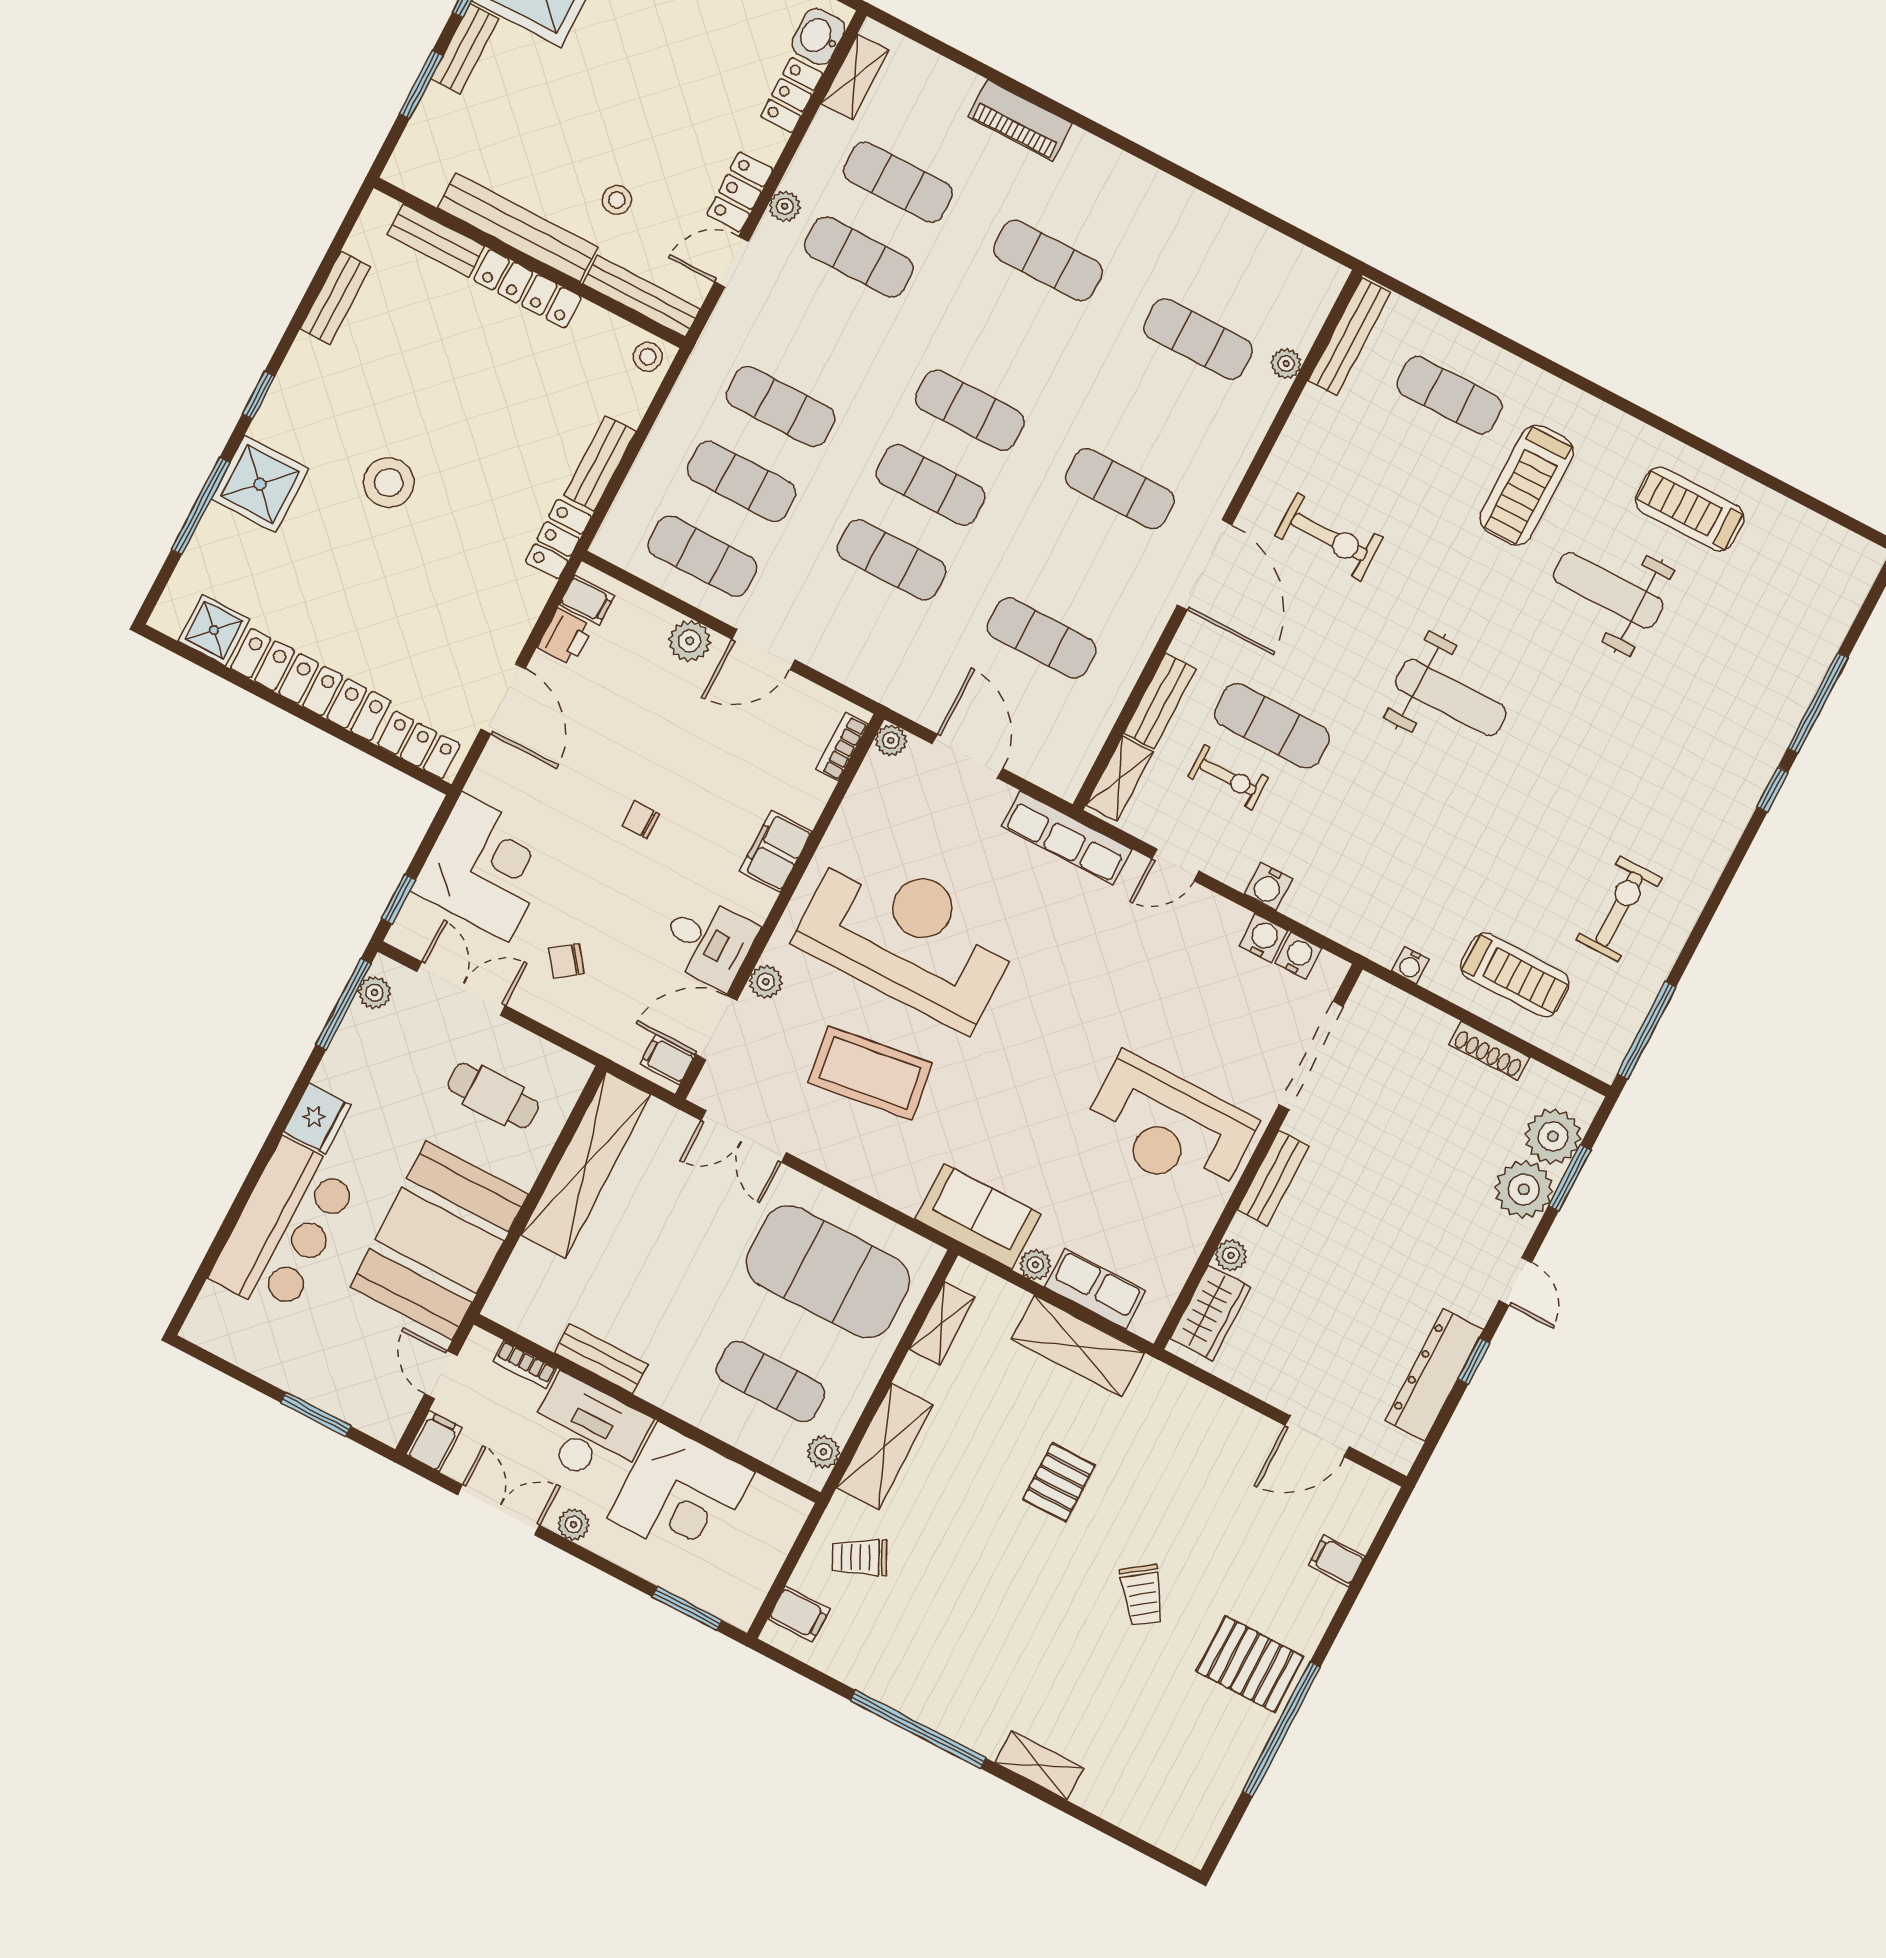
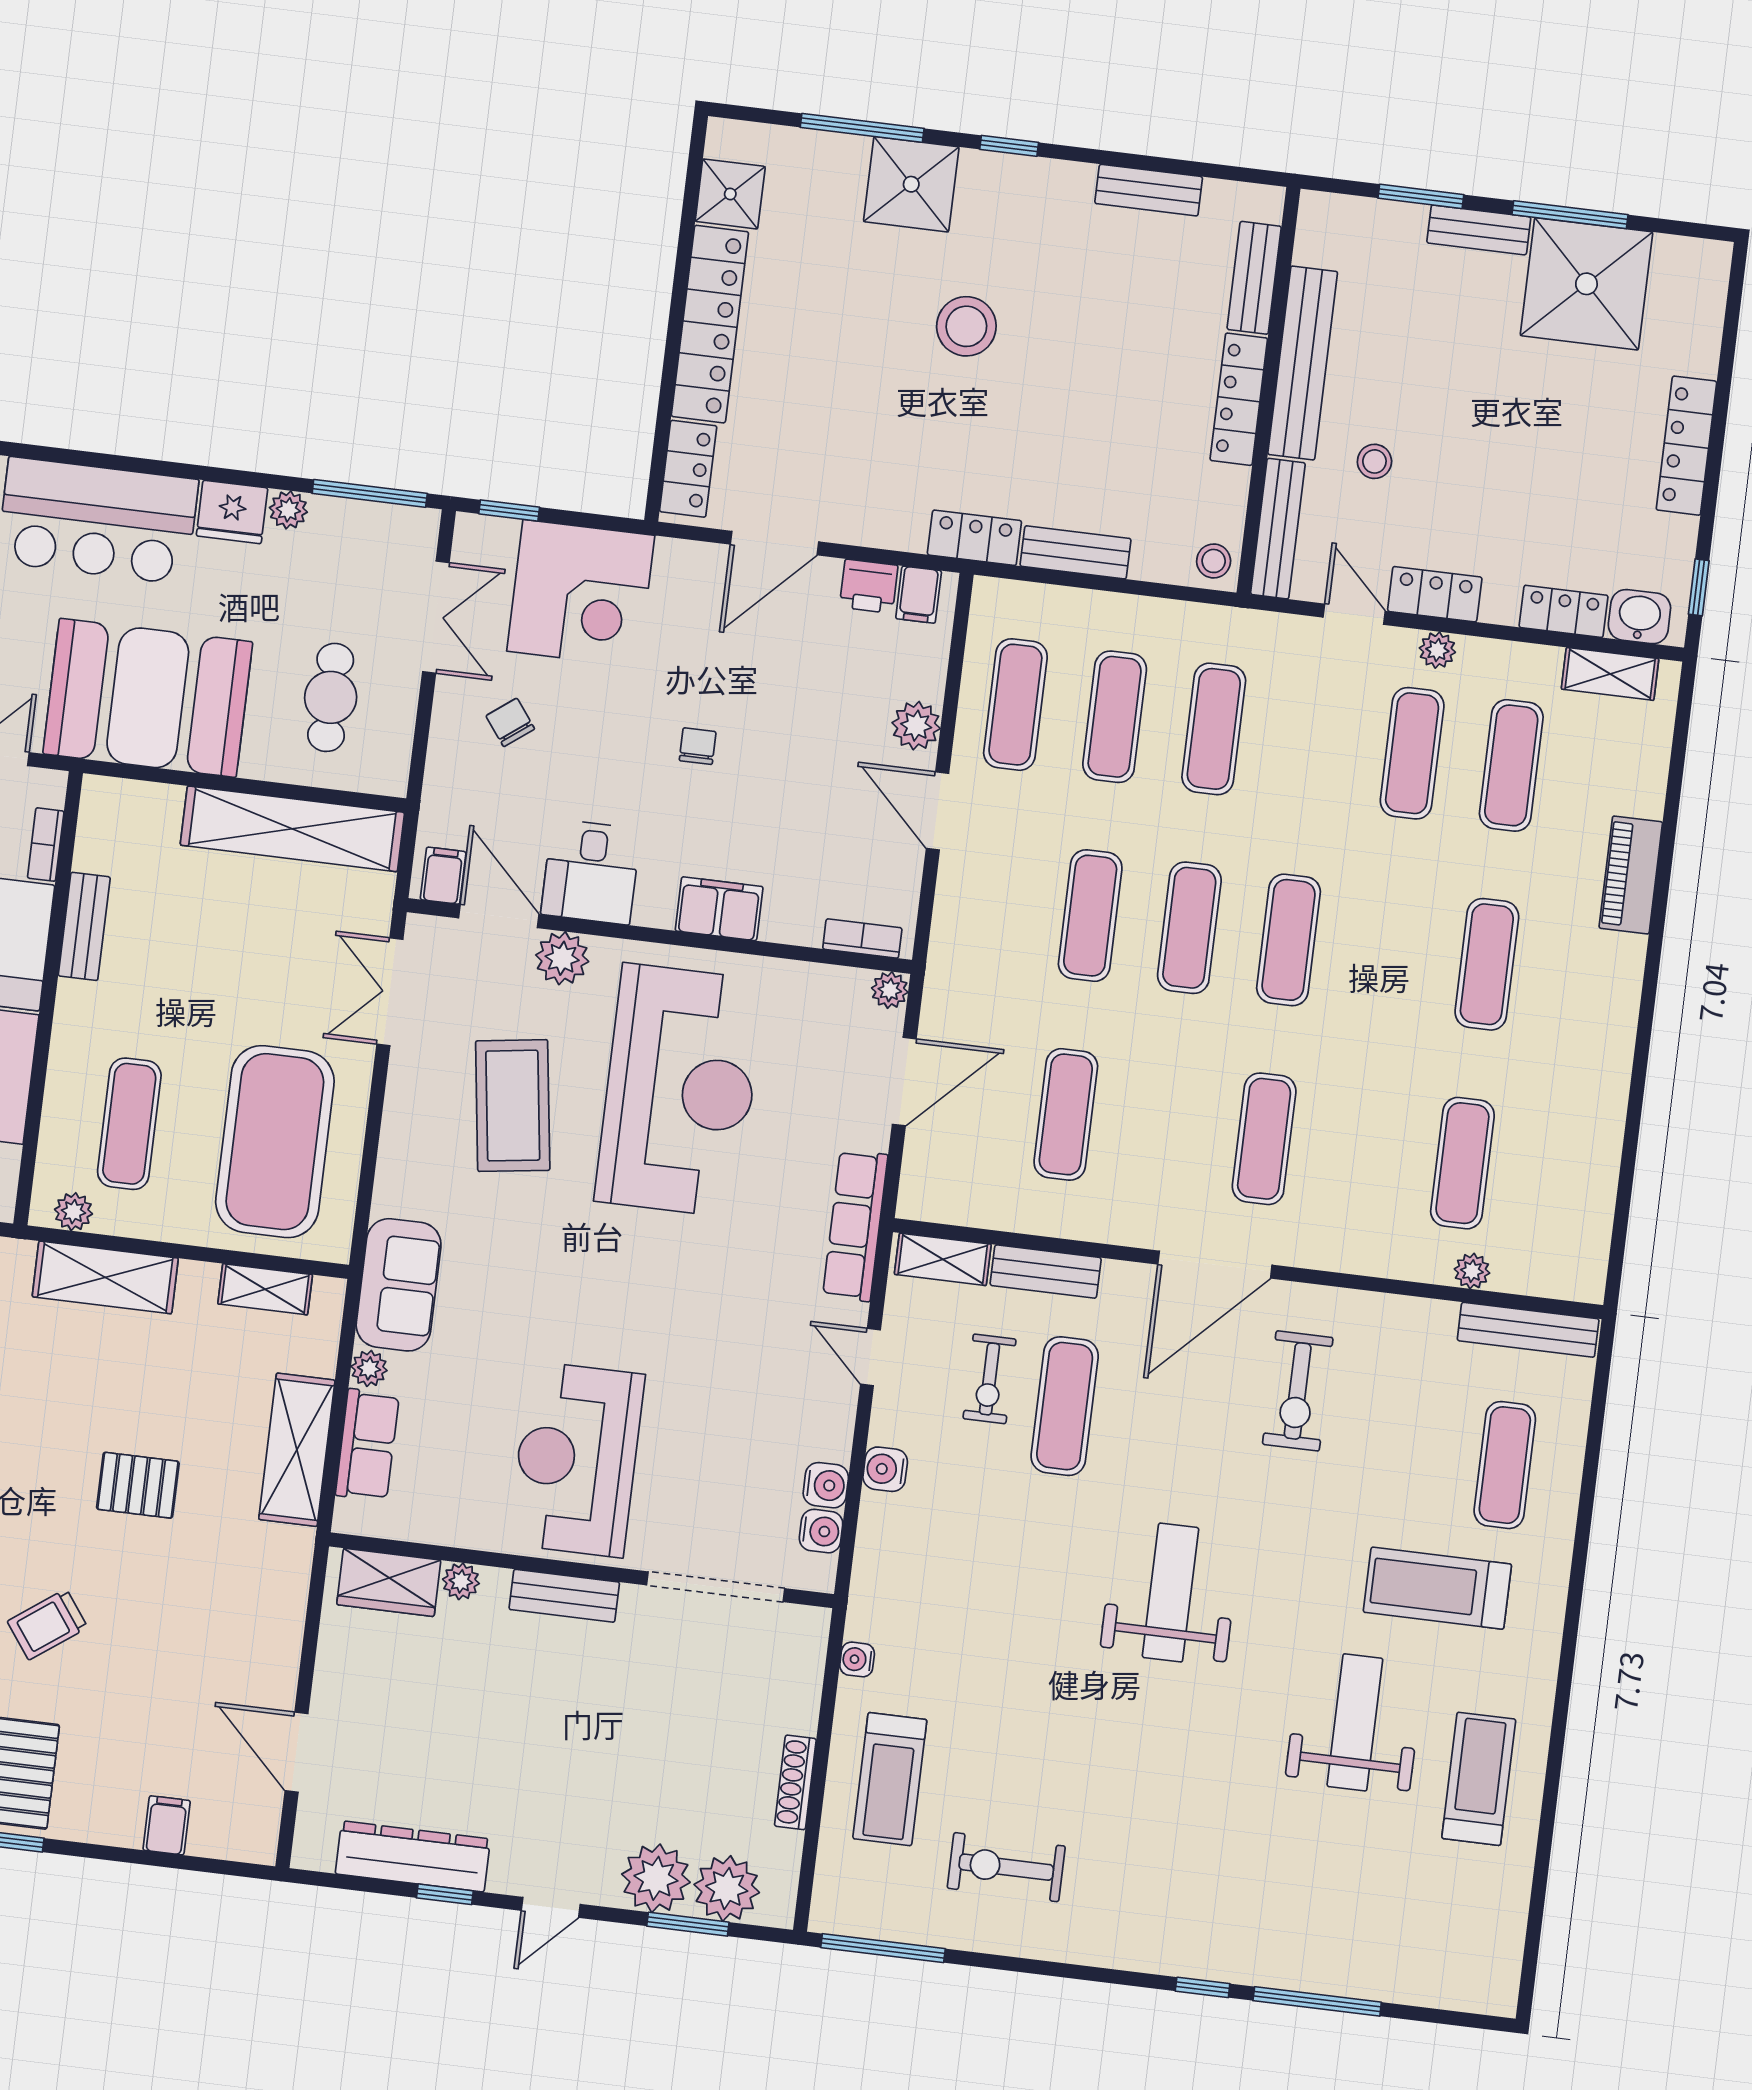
weight bench: (1451, 697) -> (1171, 1593), turned 180
exercise bike: (1619, 909) -> (1006, 1867), turned 180
plant: (766, 982) -> (562, 958), width x1.38, depth x1.38
plant: (374, 993) -> (288, 510), moved

